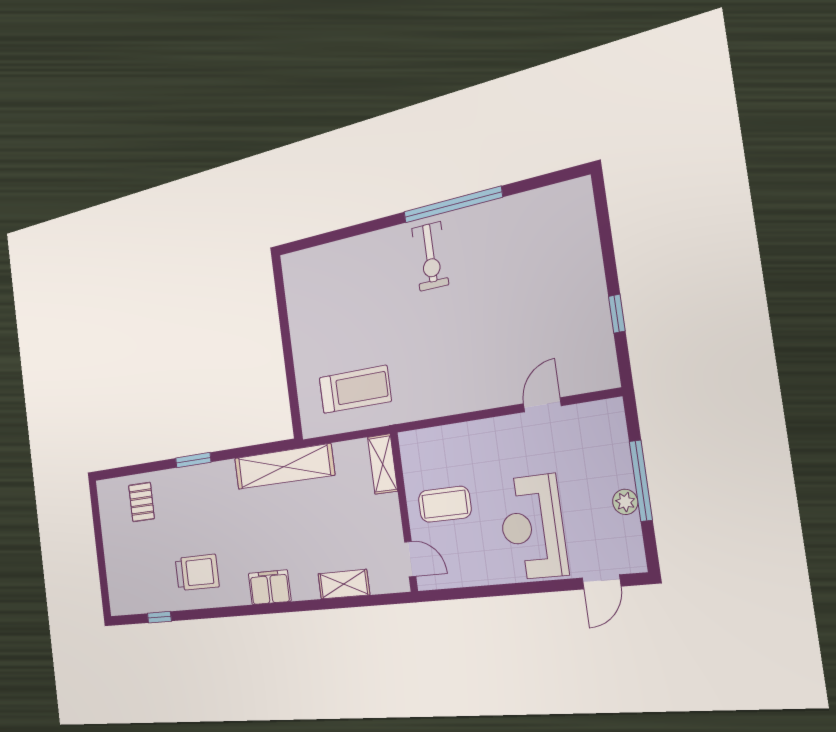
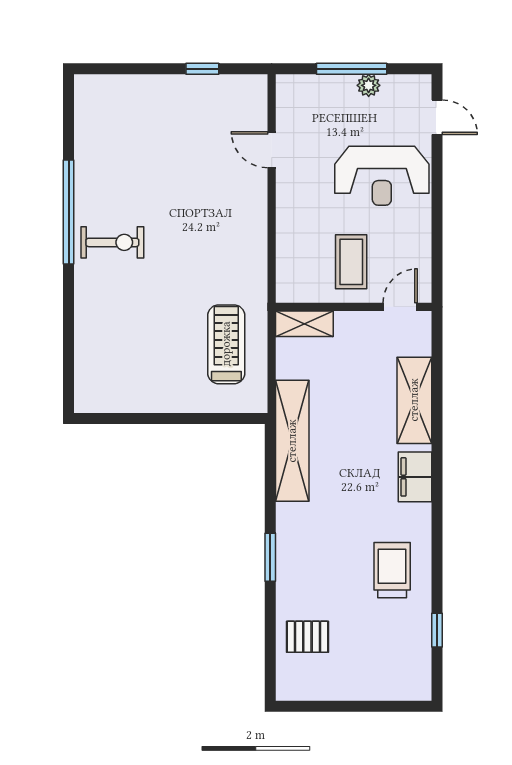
shelving: (344, 584) -> (414, 400), width x1.50, depth x1.33

